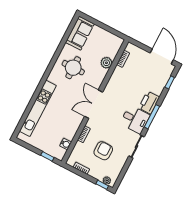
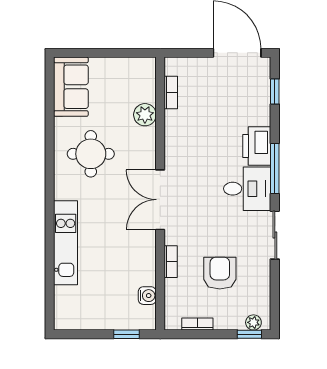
kitchen unit: (38, 108) -> (66, 243), width x0.73

